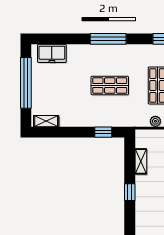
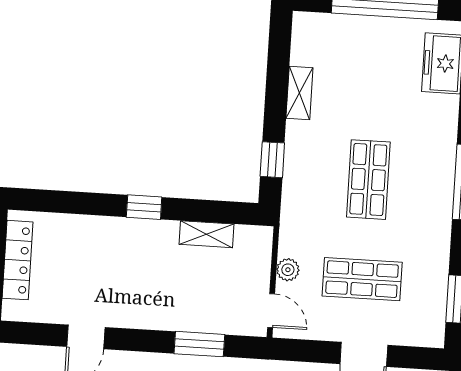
shelving: (46, 121) -> (299, 93), moved

